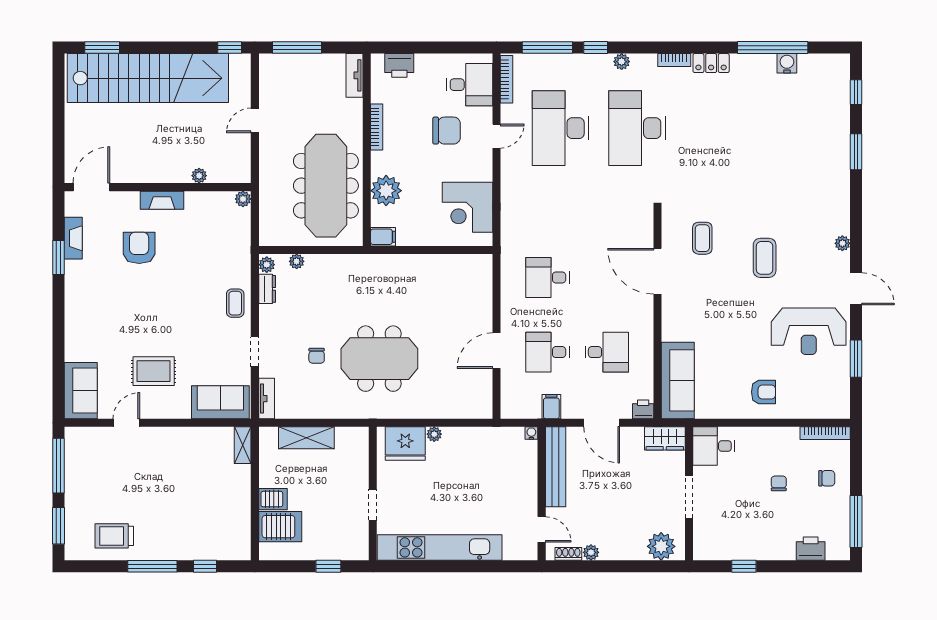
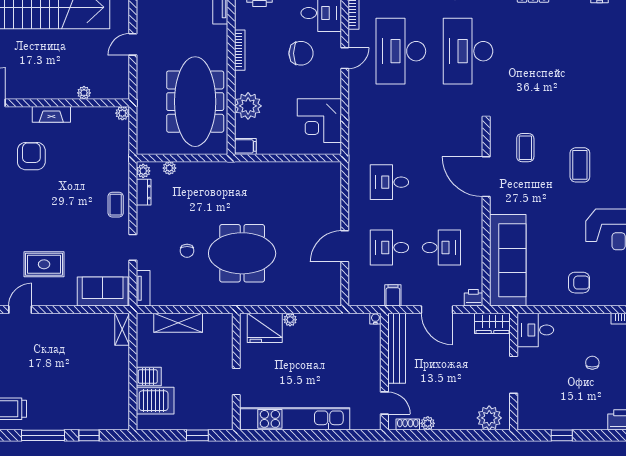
sofa: (678, 380) -> (508, 260), width x1.36, depth x1.27

